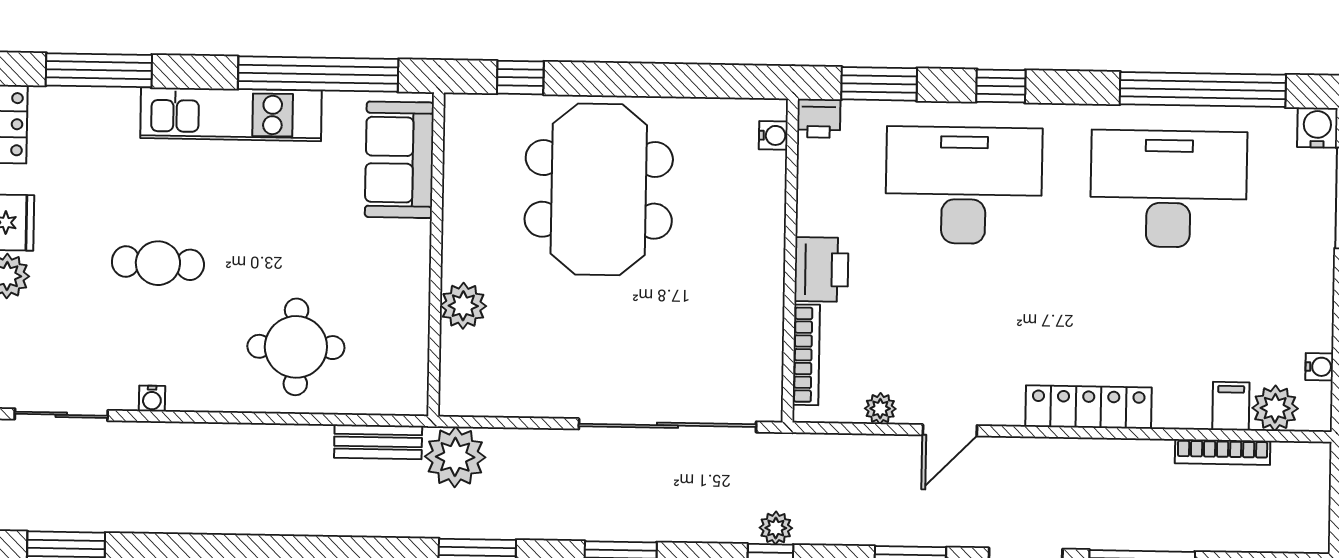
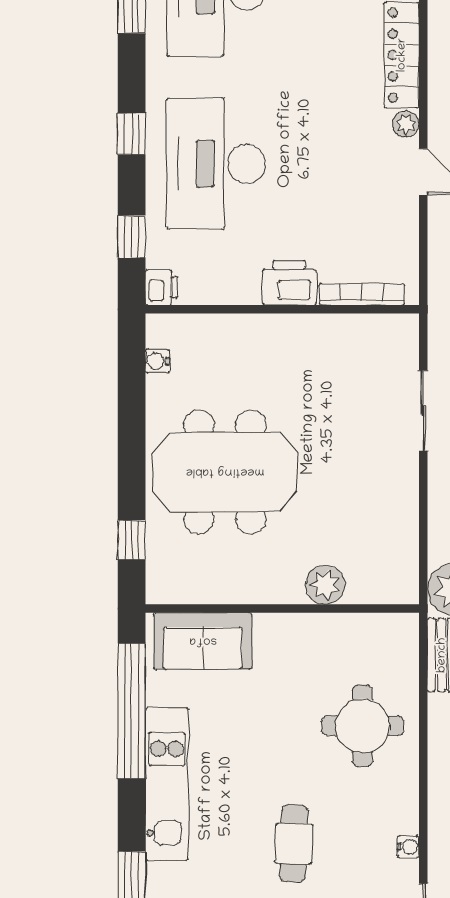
window: (879, 84) -> (132, 237), width x0.67
water cooler: (773, 135) -> (157, 361), moved, turned -90
plant: (880, 409) -> (406, 124), moved
sliding door: (667, 425) -> (423, 411), width x0.54

